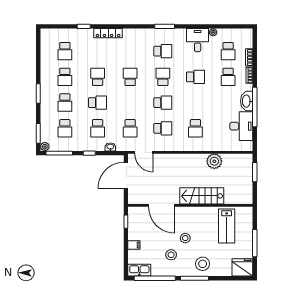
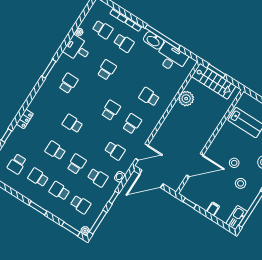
locker: (108, 33) -> (25, 119), width x0.66
school desk: (65, 51) -> (17, 164), turned 90
school desk: (65, 77) -> (38, 177), turned 180
school desk: (163, 77) -> (90, 97), removed
school desk: (65, 103) -> (59, 191), turned 180
school desk: (195, 128) -> (149, 97), turned 180
door: (126, 175) -> (151, 179), hinge flipped
stairs: (202, 196) -> (214, 81), moved, turned -90

